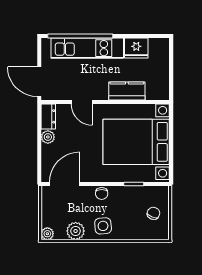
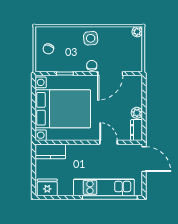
fridge: (136, 48) -> (47, 187), moved
kitchen counter: (127, 91) -> (50, 151), moved
door: (65, 184) -> (110, 73), moved
plant: (76, 231) -> (114, 34), removed

